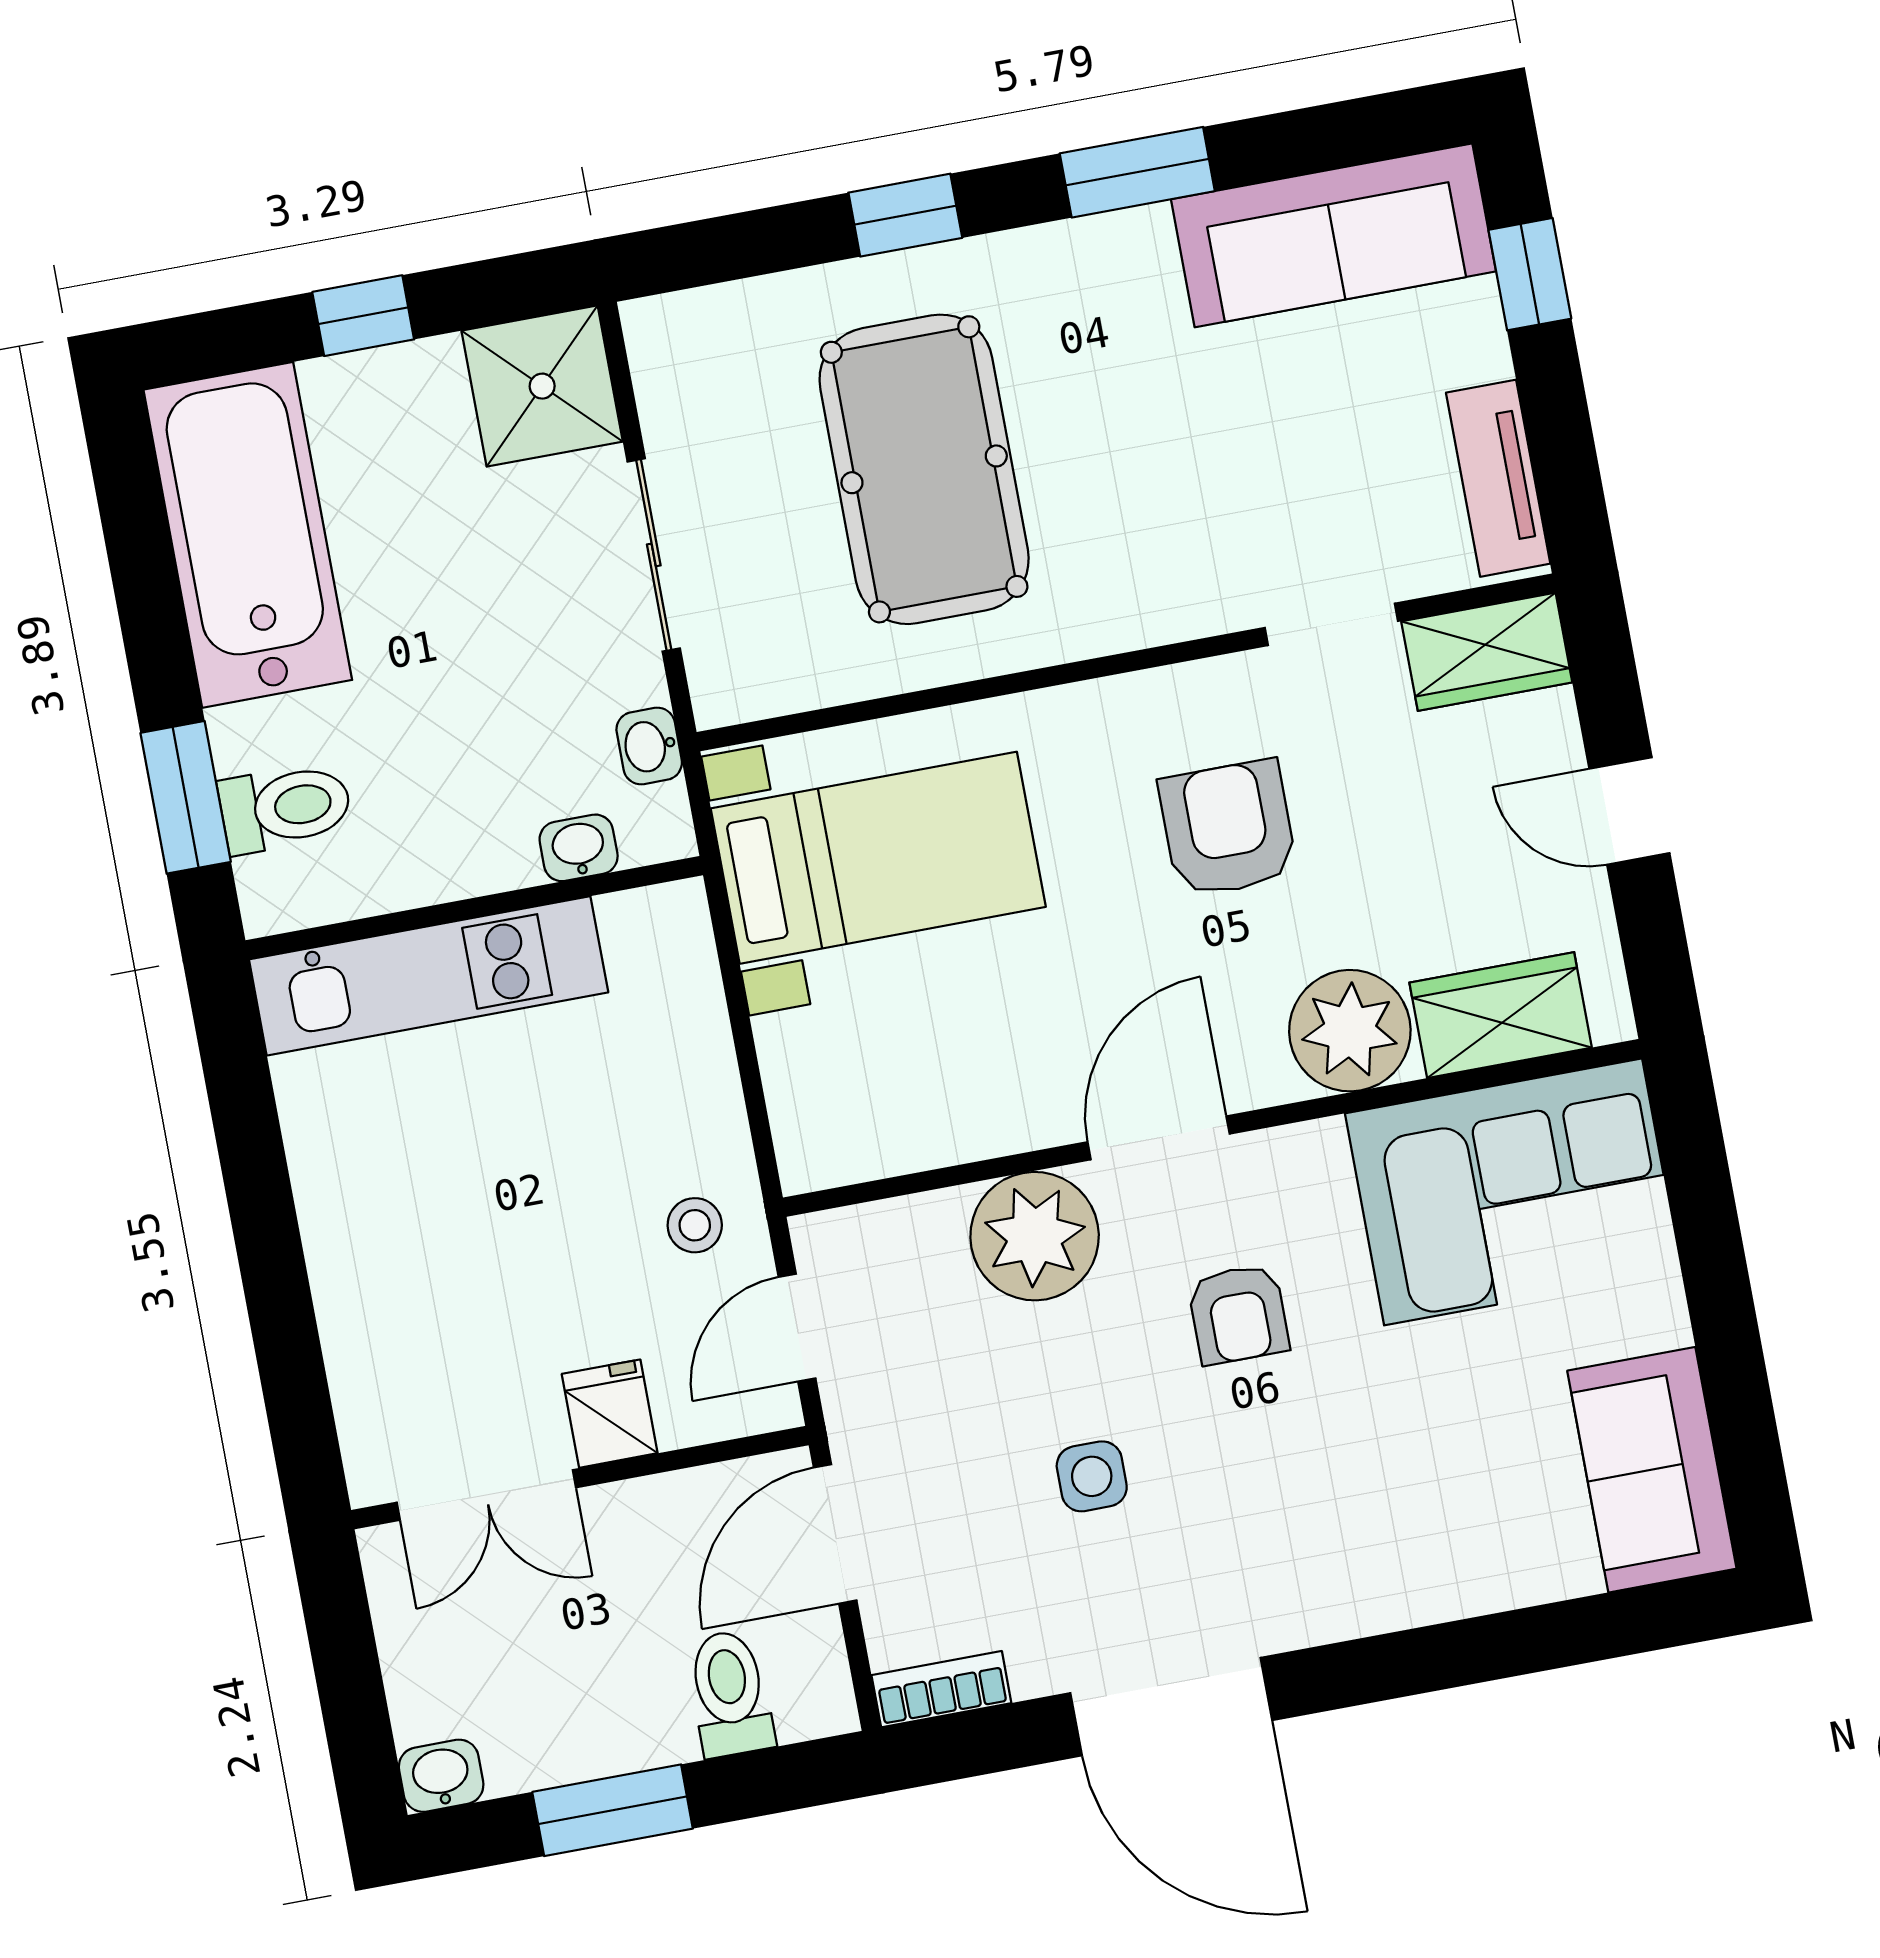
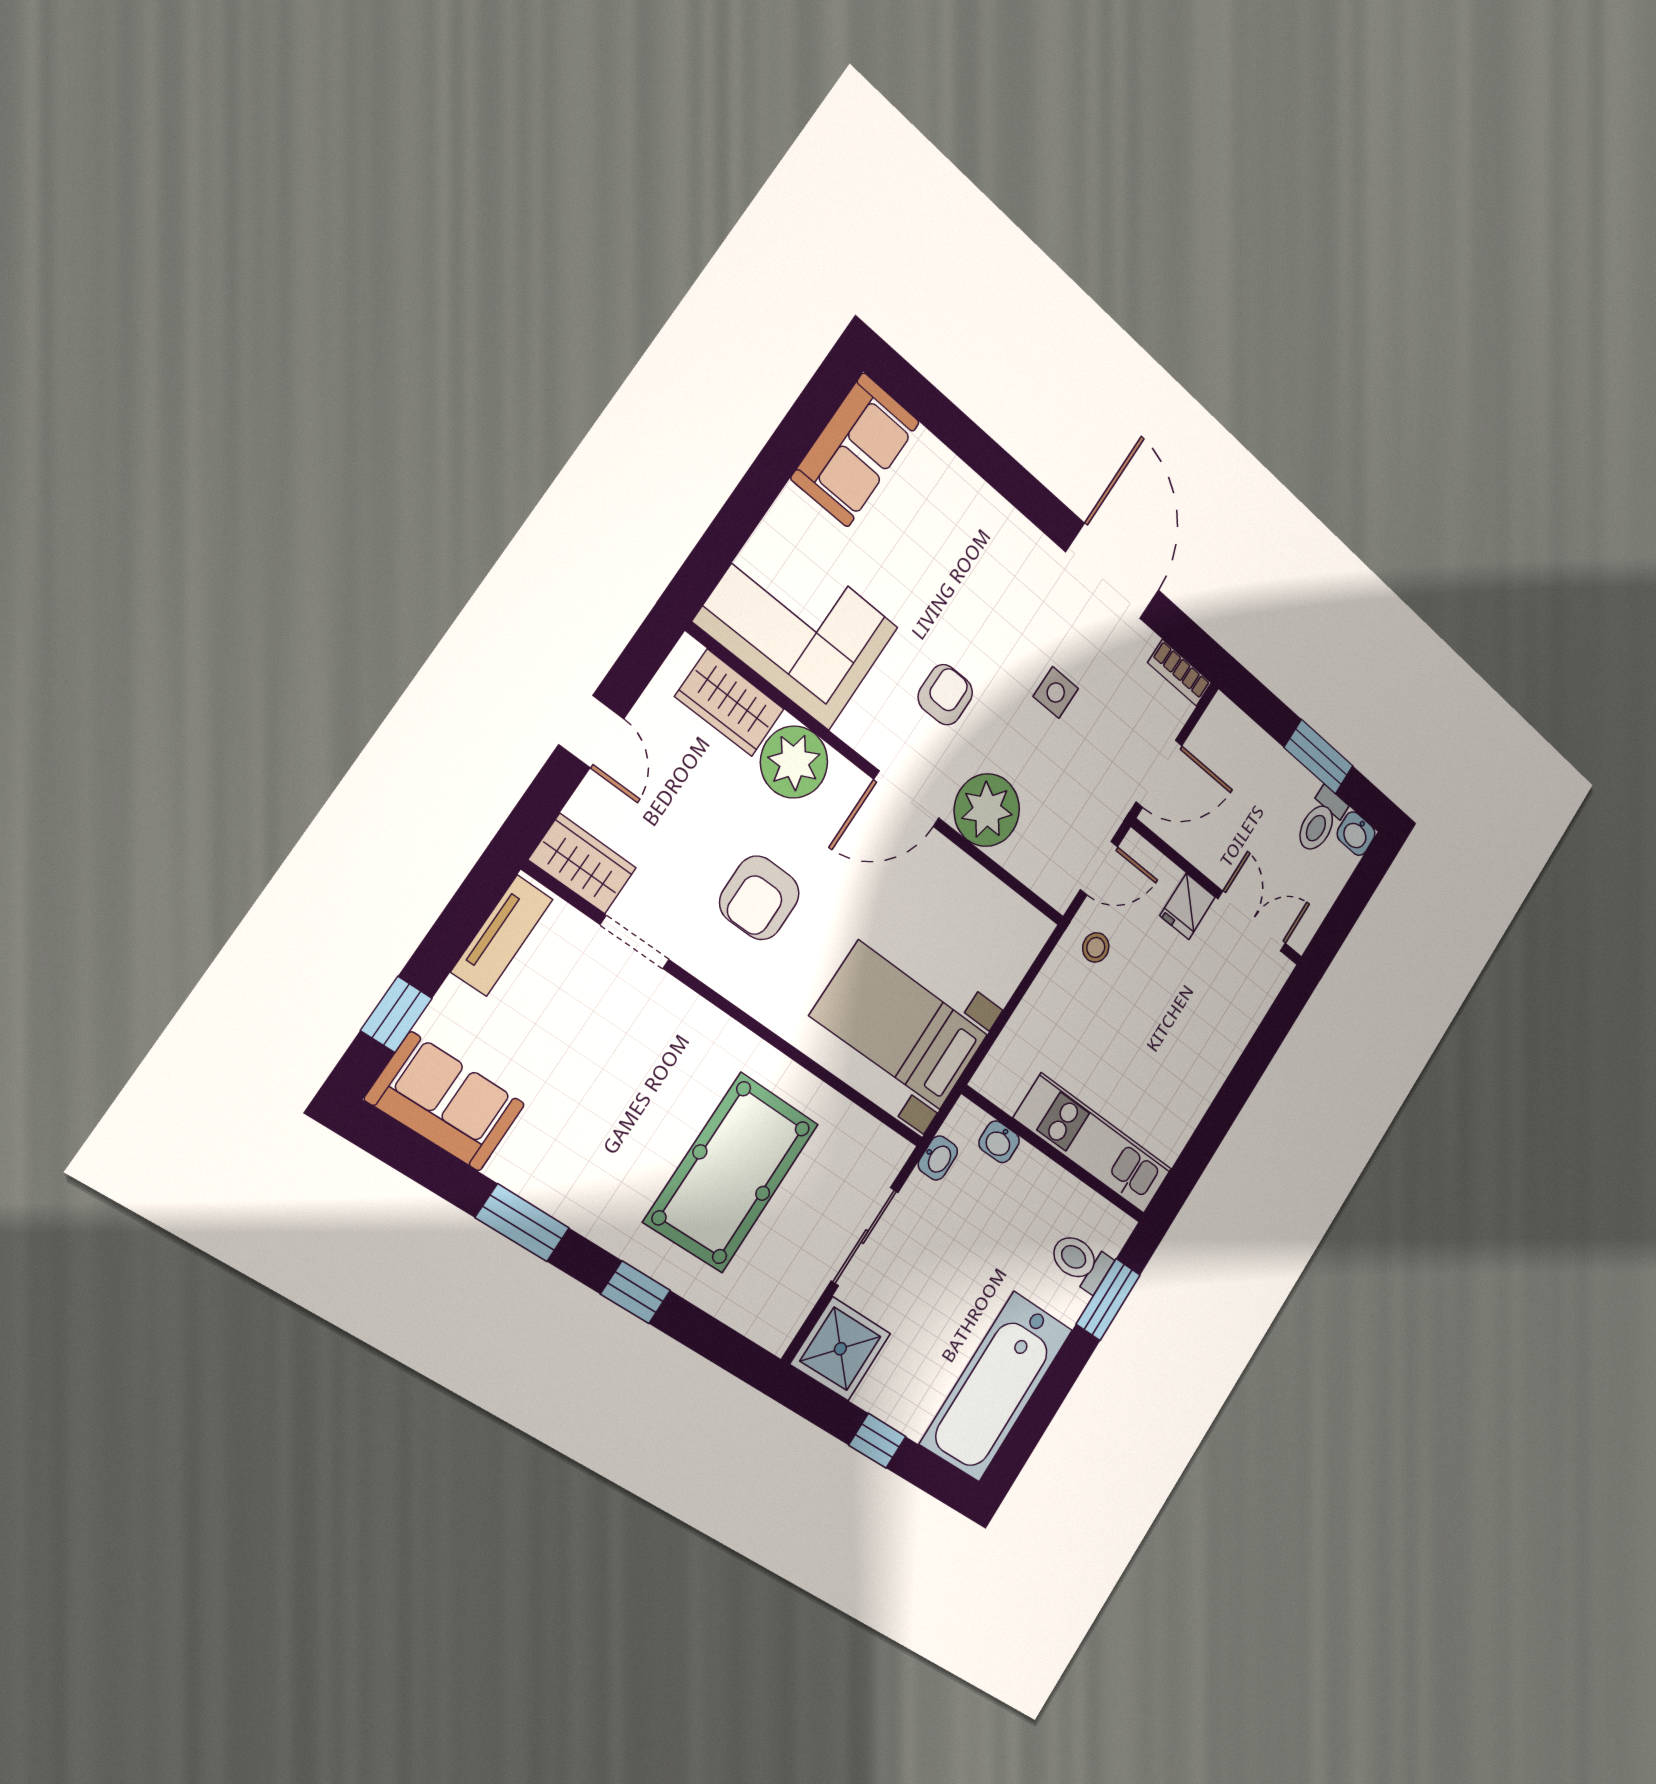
sofa: (1334, 235) -> (445, 1102), width x0.73
toilet: (730, 1693) -> (1320, 821), moved

